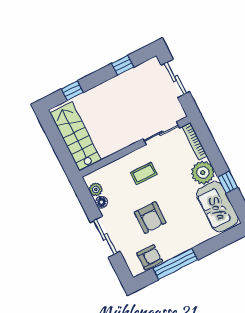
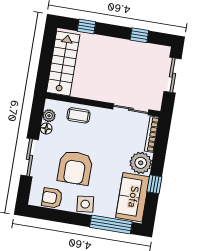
coffee table: (144, 173) -> (78, 115), moved
armchair: (150, 217) -> (75, 168), width x1.36, depth x1.36
side table: (181, 242) -> (85, 204), added
armchair: (150, 257) -> (52, 198), turned 180
window: (175, 264) -> (111, 225), moved

